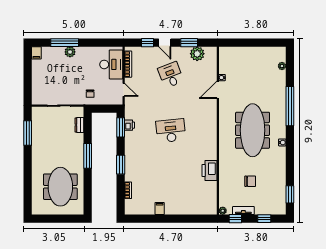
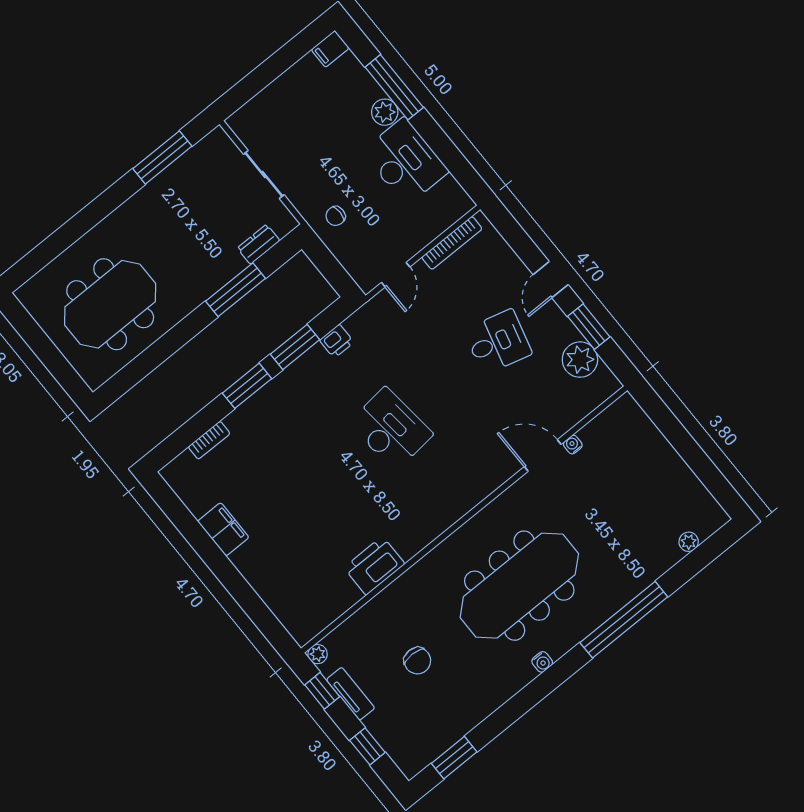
window: (147, 43) -> (524, 247), removed
desk: (111, 64) -> (405, 162), moved, turned -90
desk: (171, 75) -> (498, 342), turned 36
window: (121, 127) -> (295, 347), moved
window: (88, 156) -> (236, 290), moved
filing cabinet: (160, 209) -> (223, 529), width x2.00

